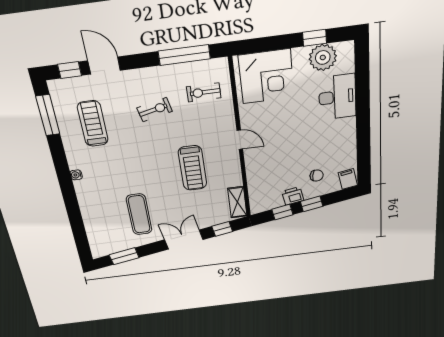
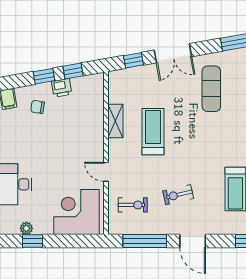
plant: (323, 57) -> (26, 228), width x0.53, depth x0.53
door: (104, 66) -> (193, 241), moved
door: (240, 140) -> (106, 172), moved
shelving: (237, 202) -> (115, 121), moved

